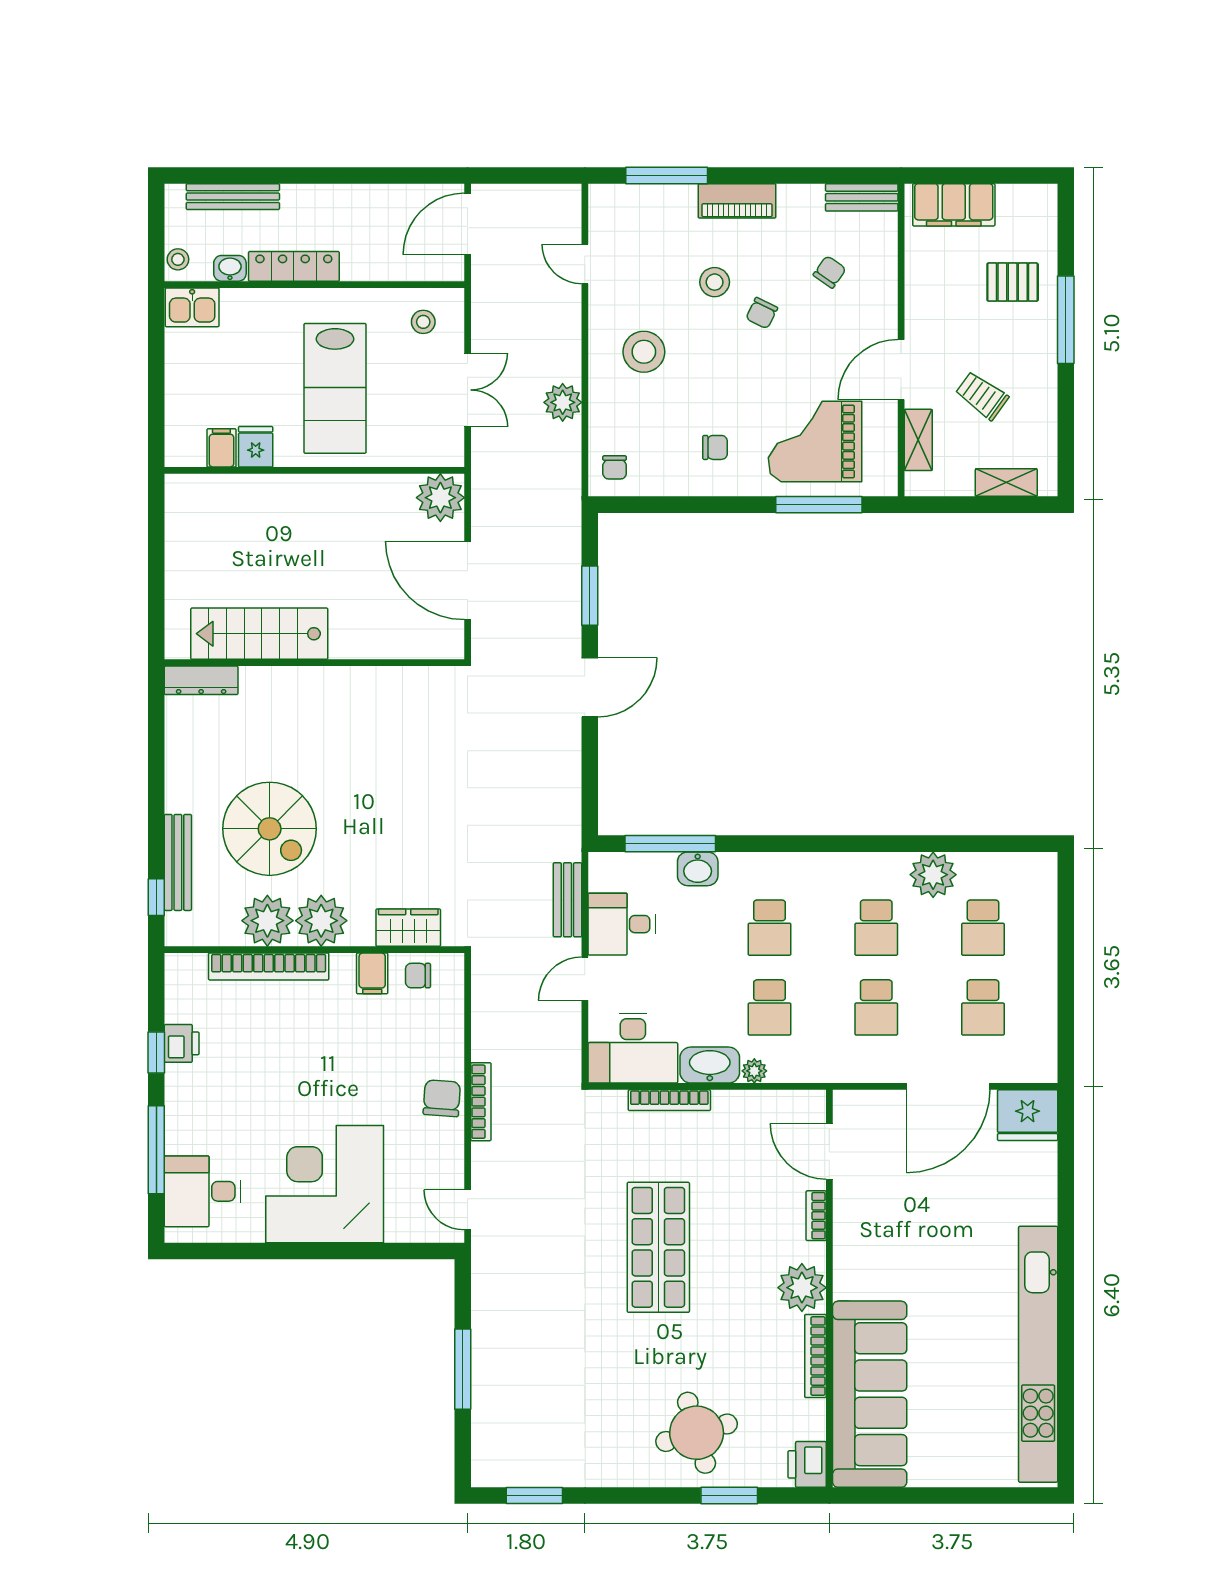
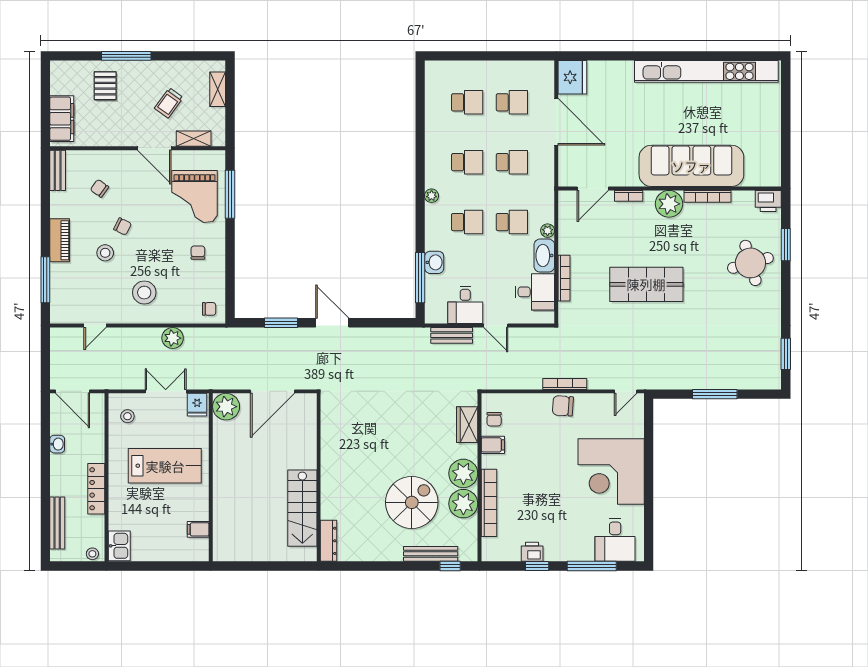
washbasin: (230, 268) -> (57, 444), moved, turned 180
fridge: (256, 447) -> (197, 405), moved, turned -90
plant: (933, 875) -> (432, 196), moved, width x0.53, depth x0.53
desk: (633, 1048) -> (535, 292), width x0.73
sofa: (870, 1394) -> (691, 166), moved

